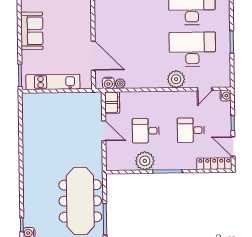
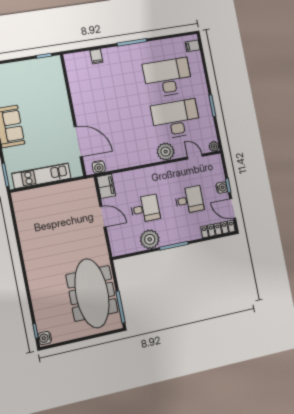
plant: (120, 84) -> (214, 146), moved
door: (205, 89) -> (195, 157), swing flipped
water cooler: (226, 96) -> (222, 188), moved
desk: (191, 130) -> (189, 200), turned 180
desk: (146, 131) -> (145, 209), turned 180

